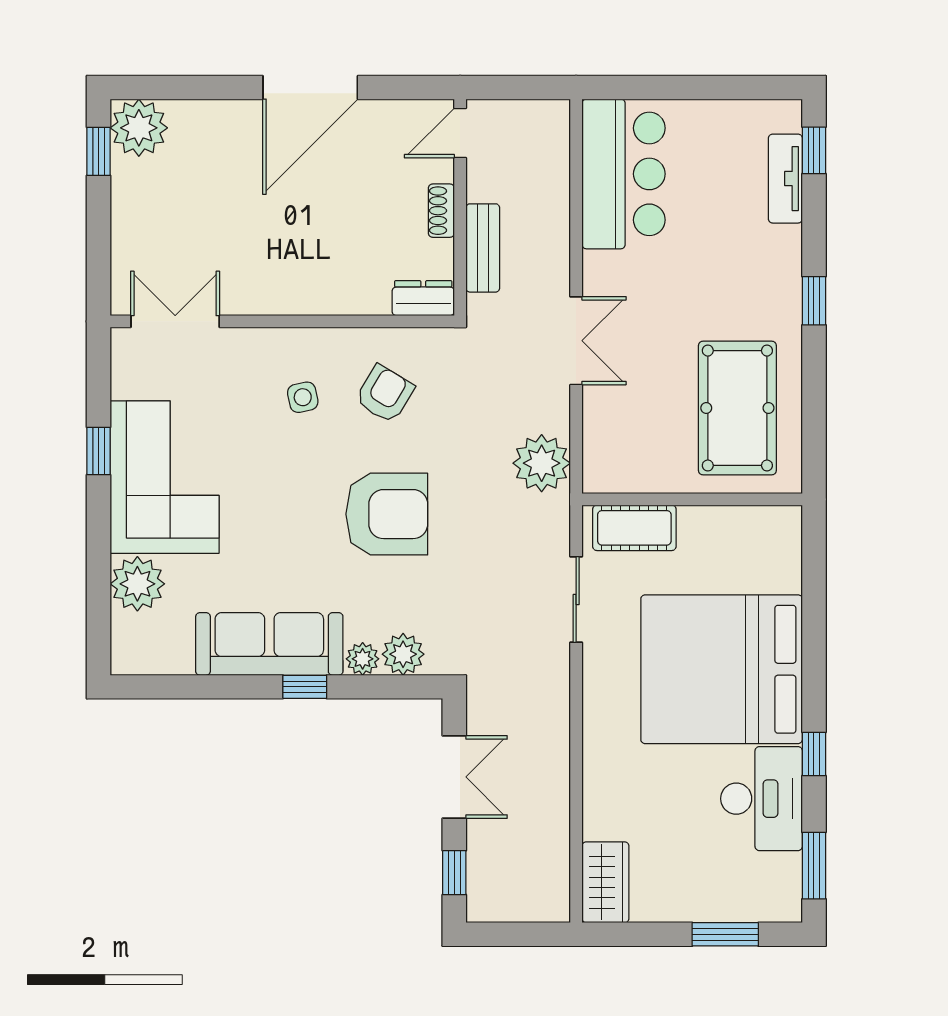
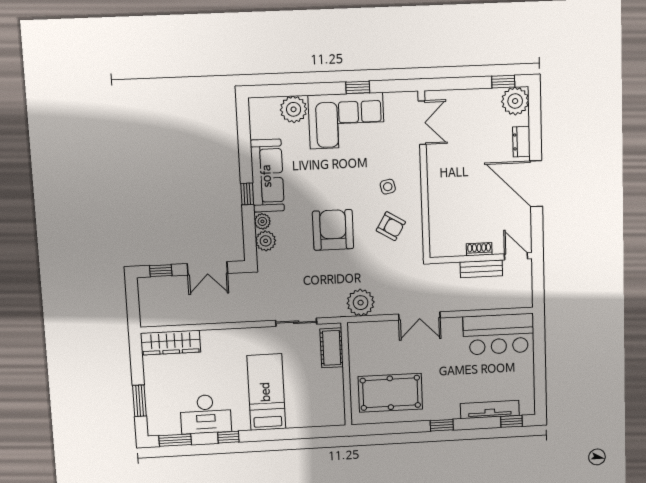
tv unit: (785, 179) -> (490, 409), width x1.41
bench: (483, 248) -> (481, 269), moved
dresser: (423, 298) -> (521, 142), moved, turned 180
armchair: (387, 514) -> (333, 230), turned 180
bed: (722, 669) -> (266, 392), width x0.49
wardrobe: (605, 882) -> (171, 343), width x1.50

